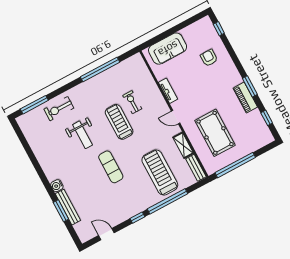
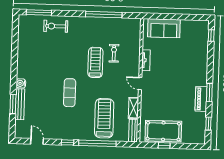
armchair: (209, 58) -> (191, 53), removed
pool table: (215, 133) -> (163, 131), moved, turned 90
weight bench: (82, 135) -> (62, 56), removed
window: (235, 165) -> (164, 145), width x0.32

